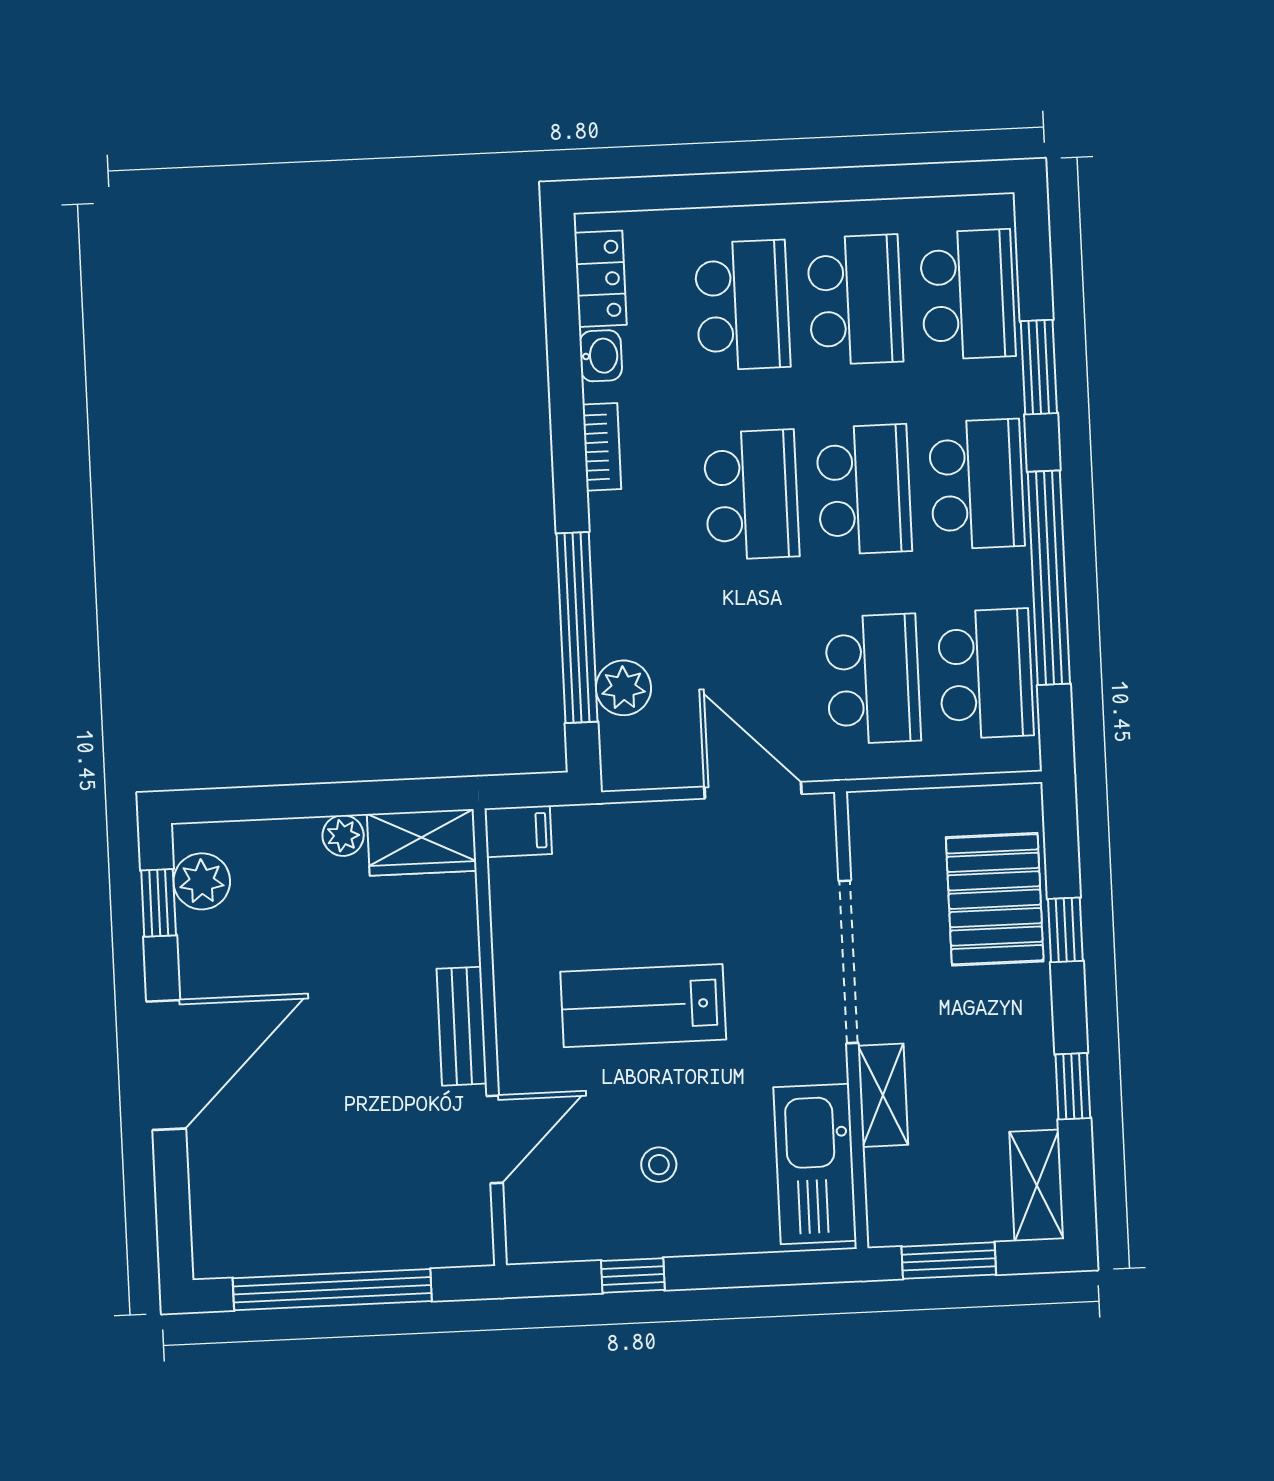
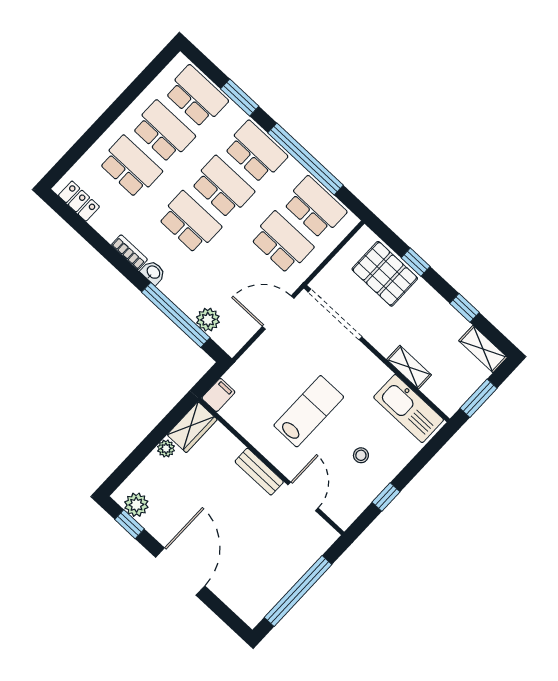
washbasin: (601, 356) -> (153, 272), moved
doorway: (849, 962) -> (335, 314), moved
lab bench: (643, 1006) -> (309, 411), turned 180

